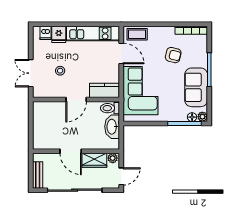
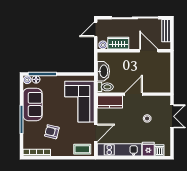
door: (121, 54) -> (96, 133), swing flipped
door: (71, 151) -> (149, 51), moved

